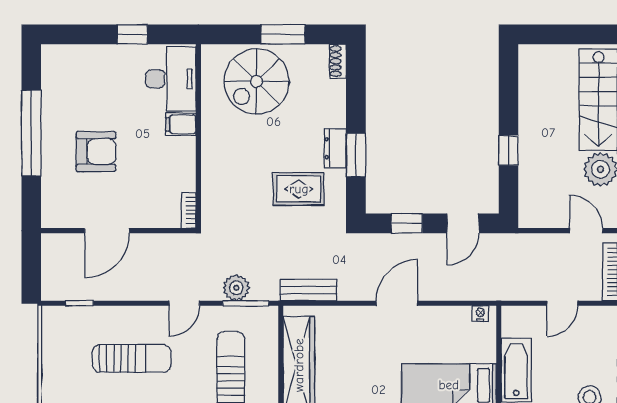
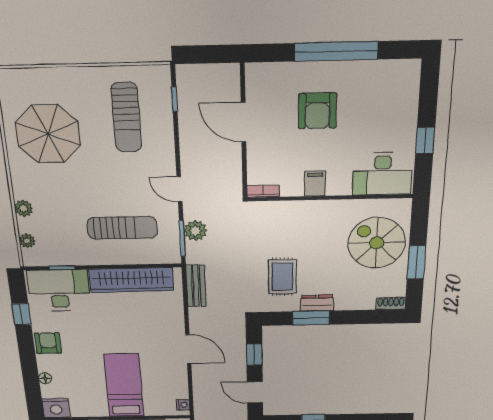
filing cabinet: (181, 124) -> (315, 184), moved
sun lounger: (132, 358) -> (126, 117), moved

